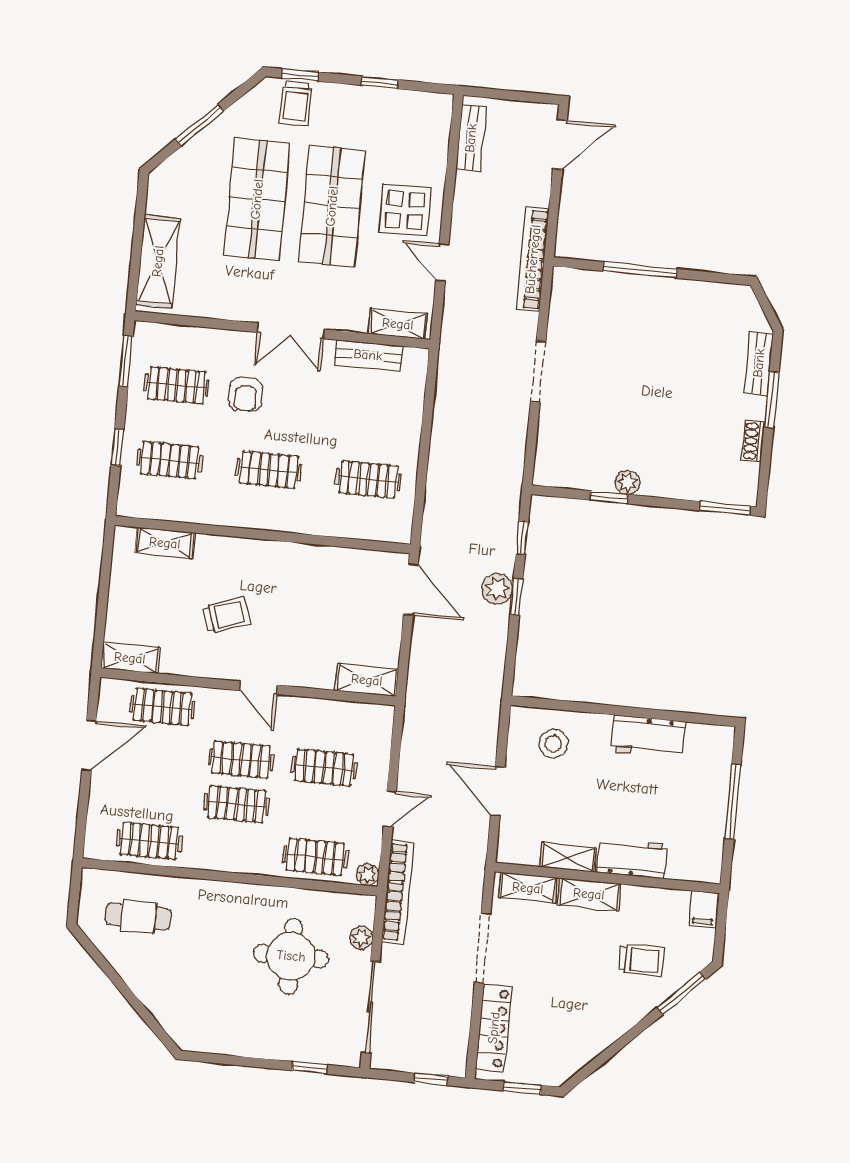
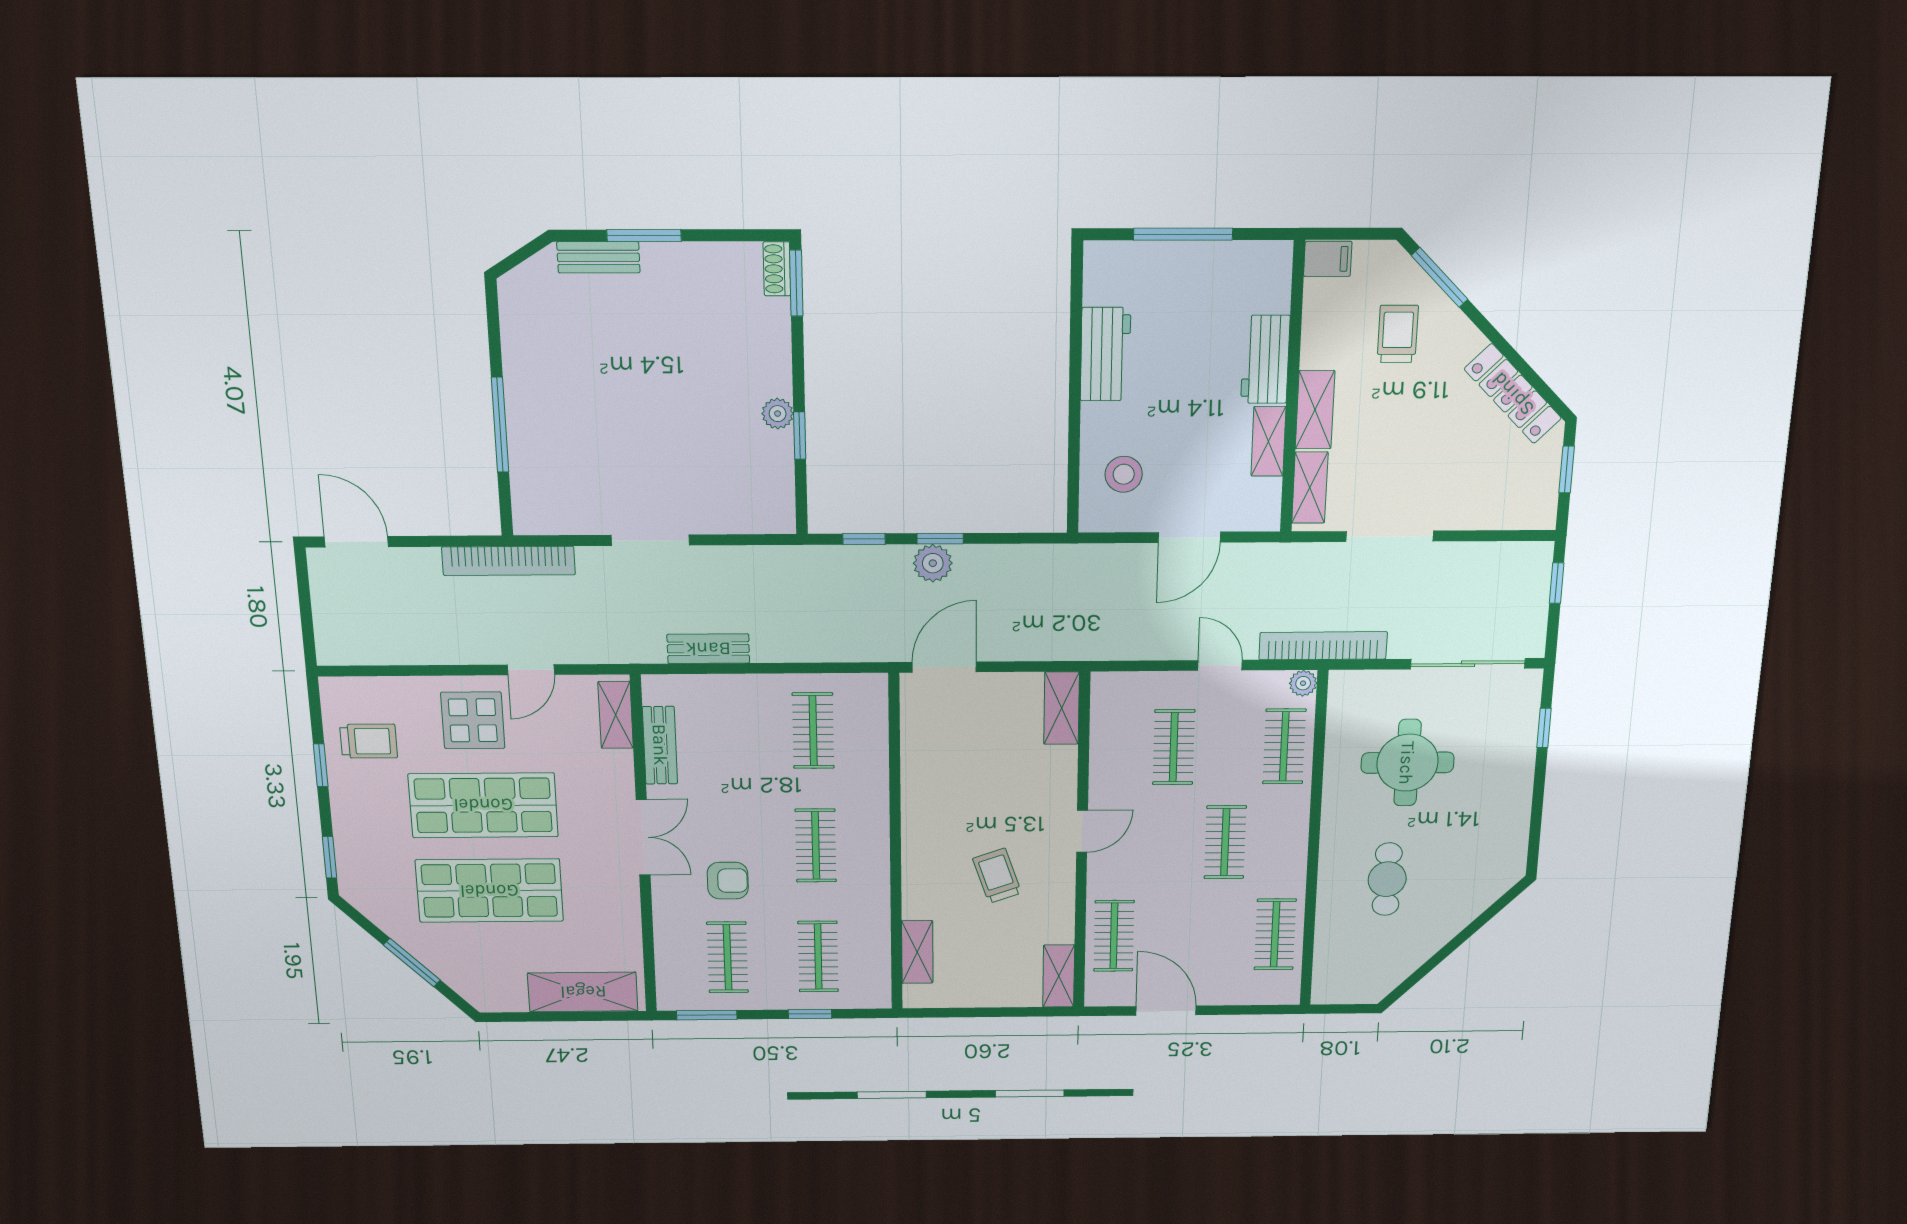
trolley: (296, 103) -> (369, 741), moved
bench: (471, 138) -> (708, 649), moved
shoe rack: (753, 441) -> (777, 269), moved, turned 90
clothes rail: (241, 760) -> (1171, 843), removed
cafe table: (138, 917) -> (1387, 879), moved
plant: (361, 938) -> (1382, 683), removed
locker: (494, 1028) -> (1513, 394), moved, turned -135

